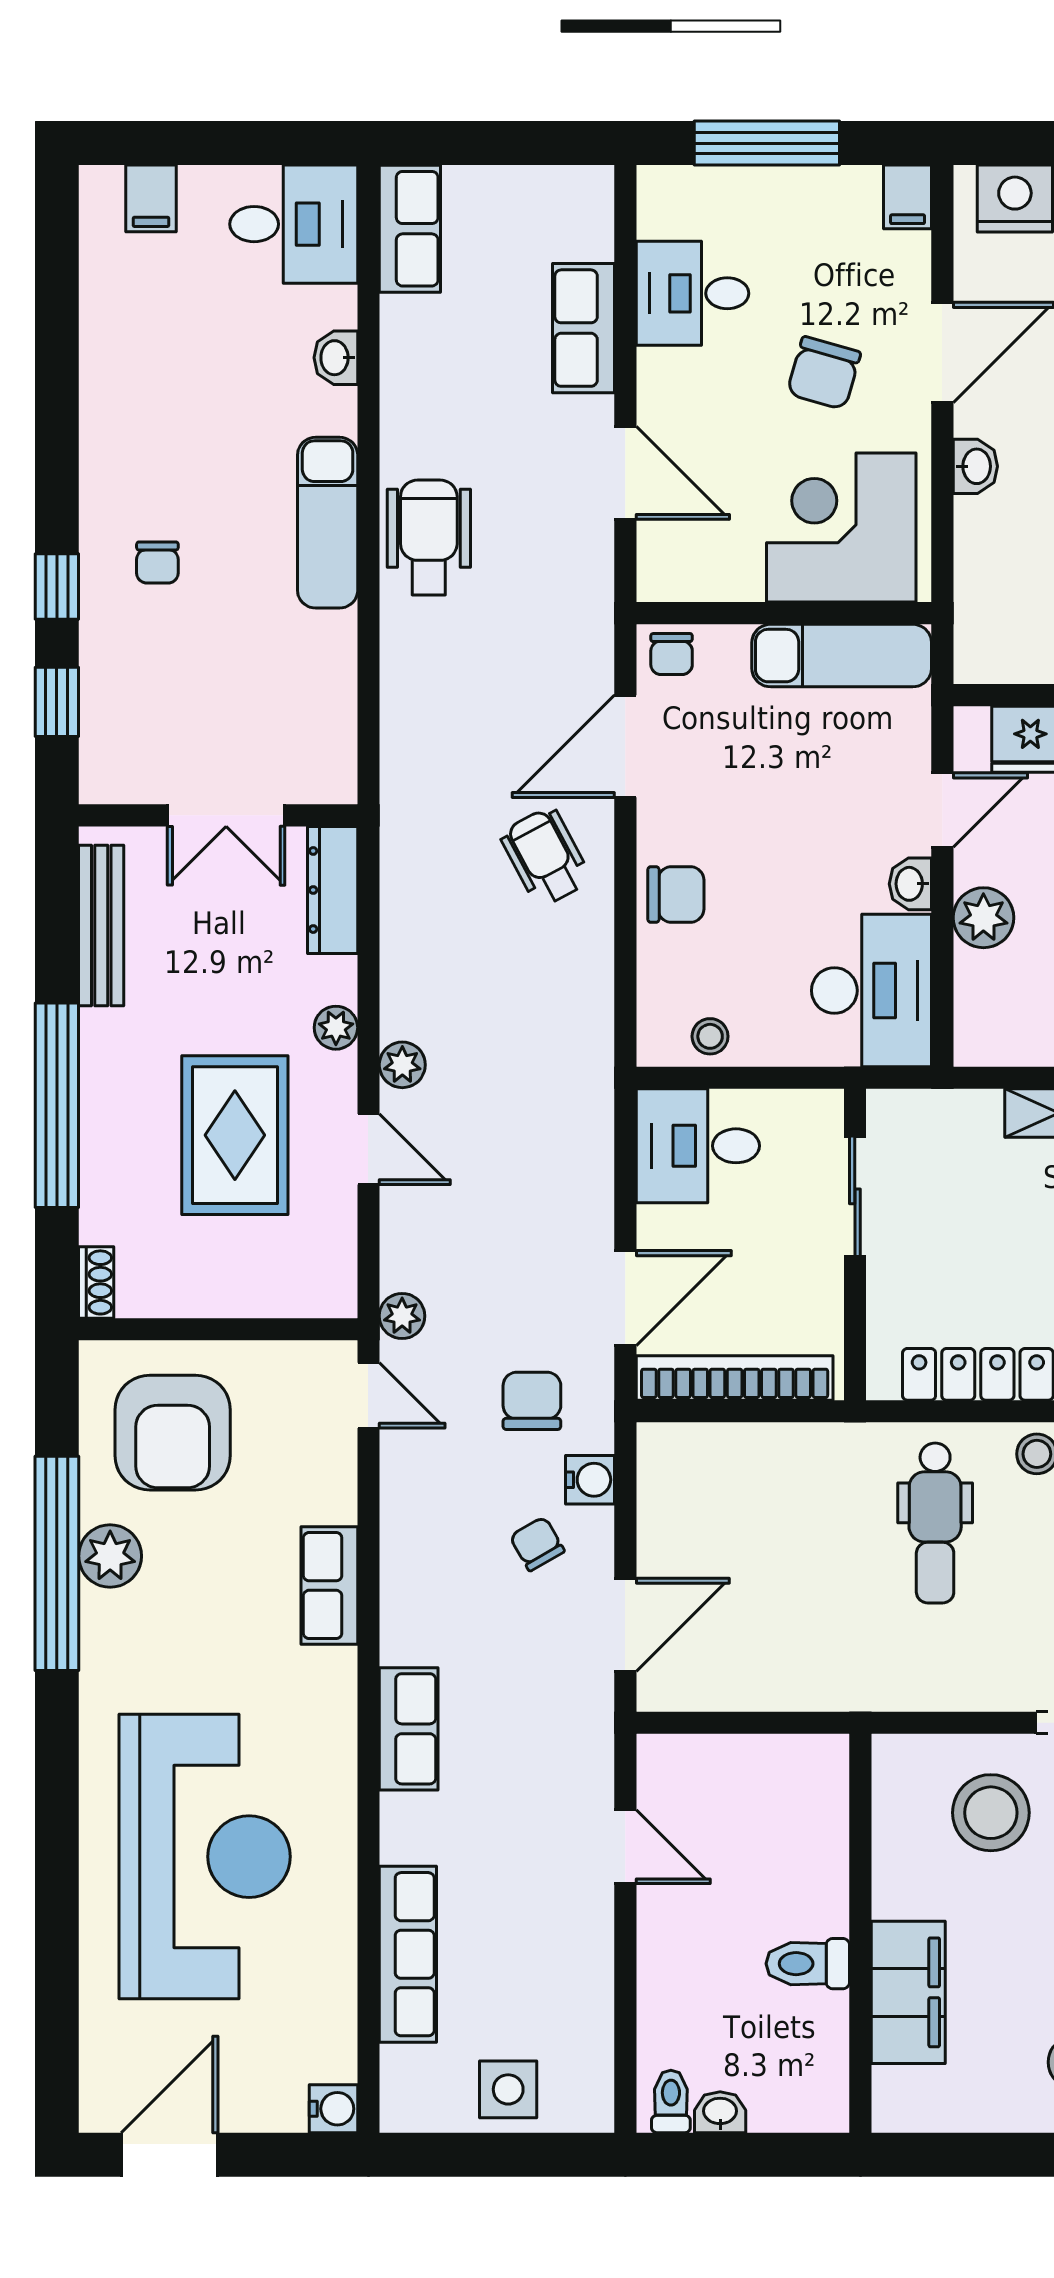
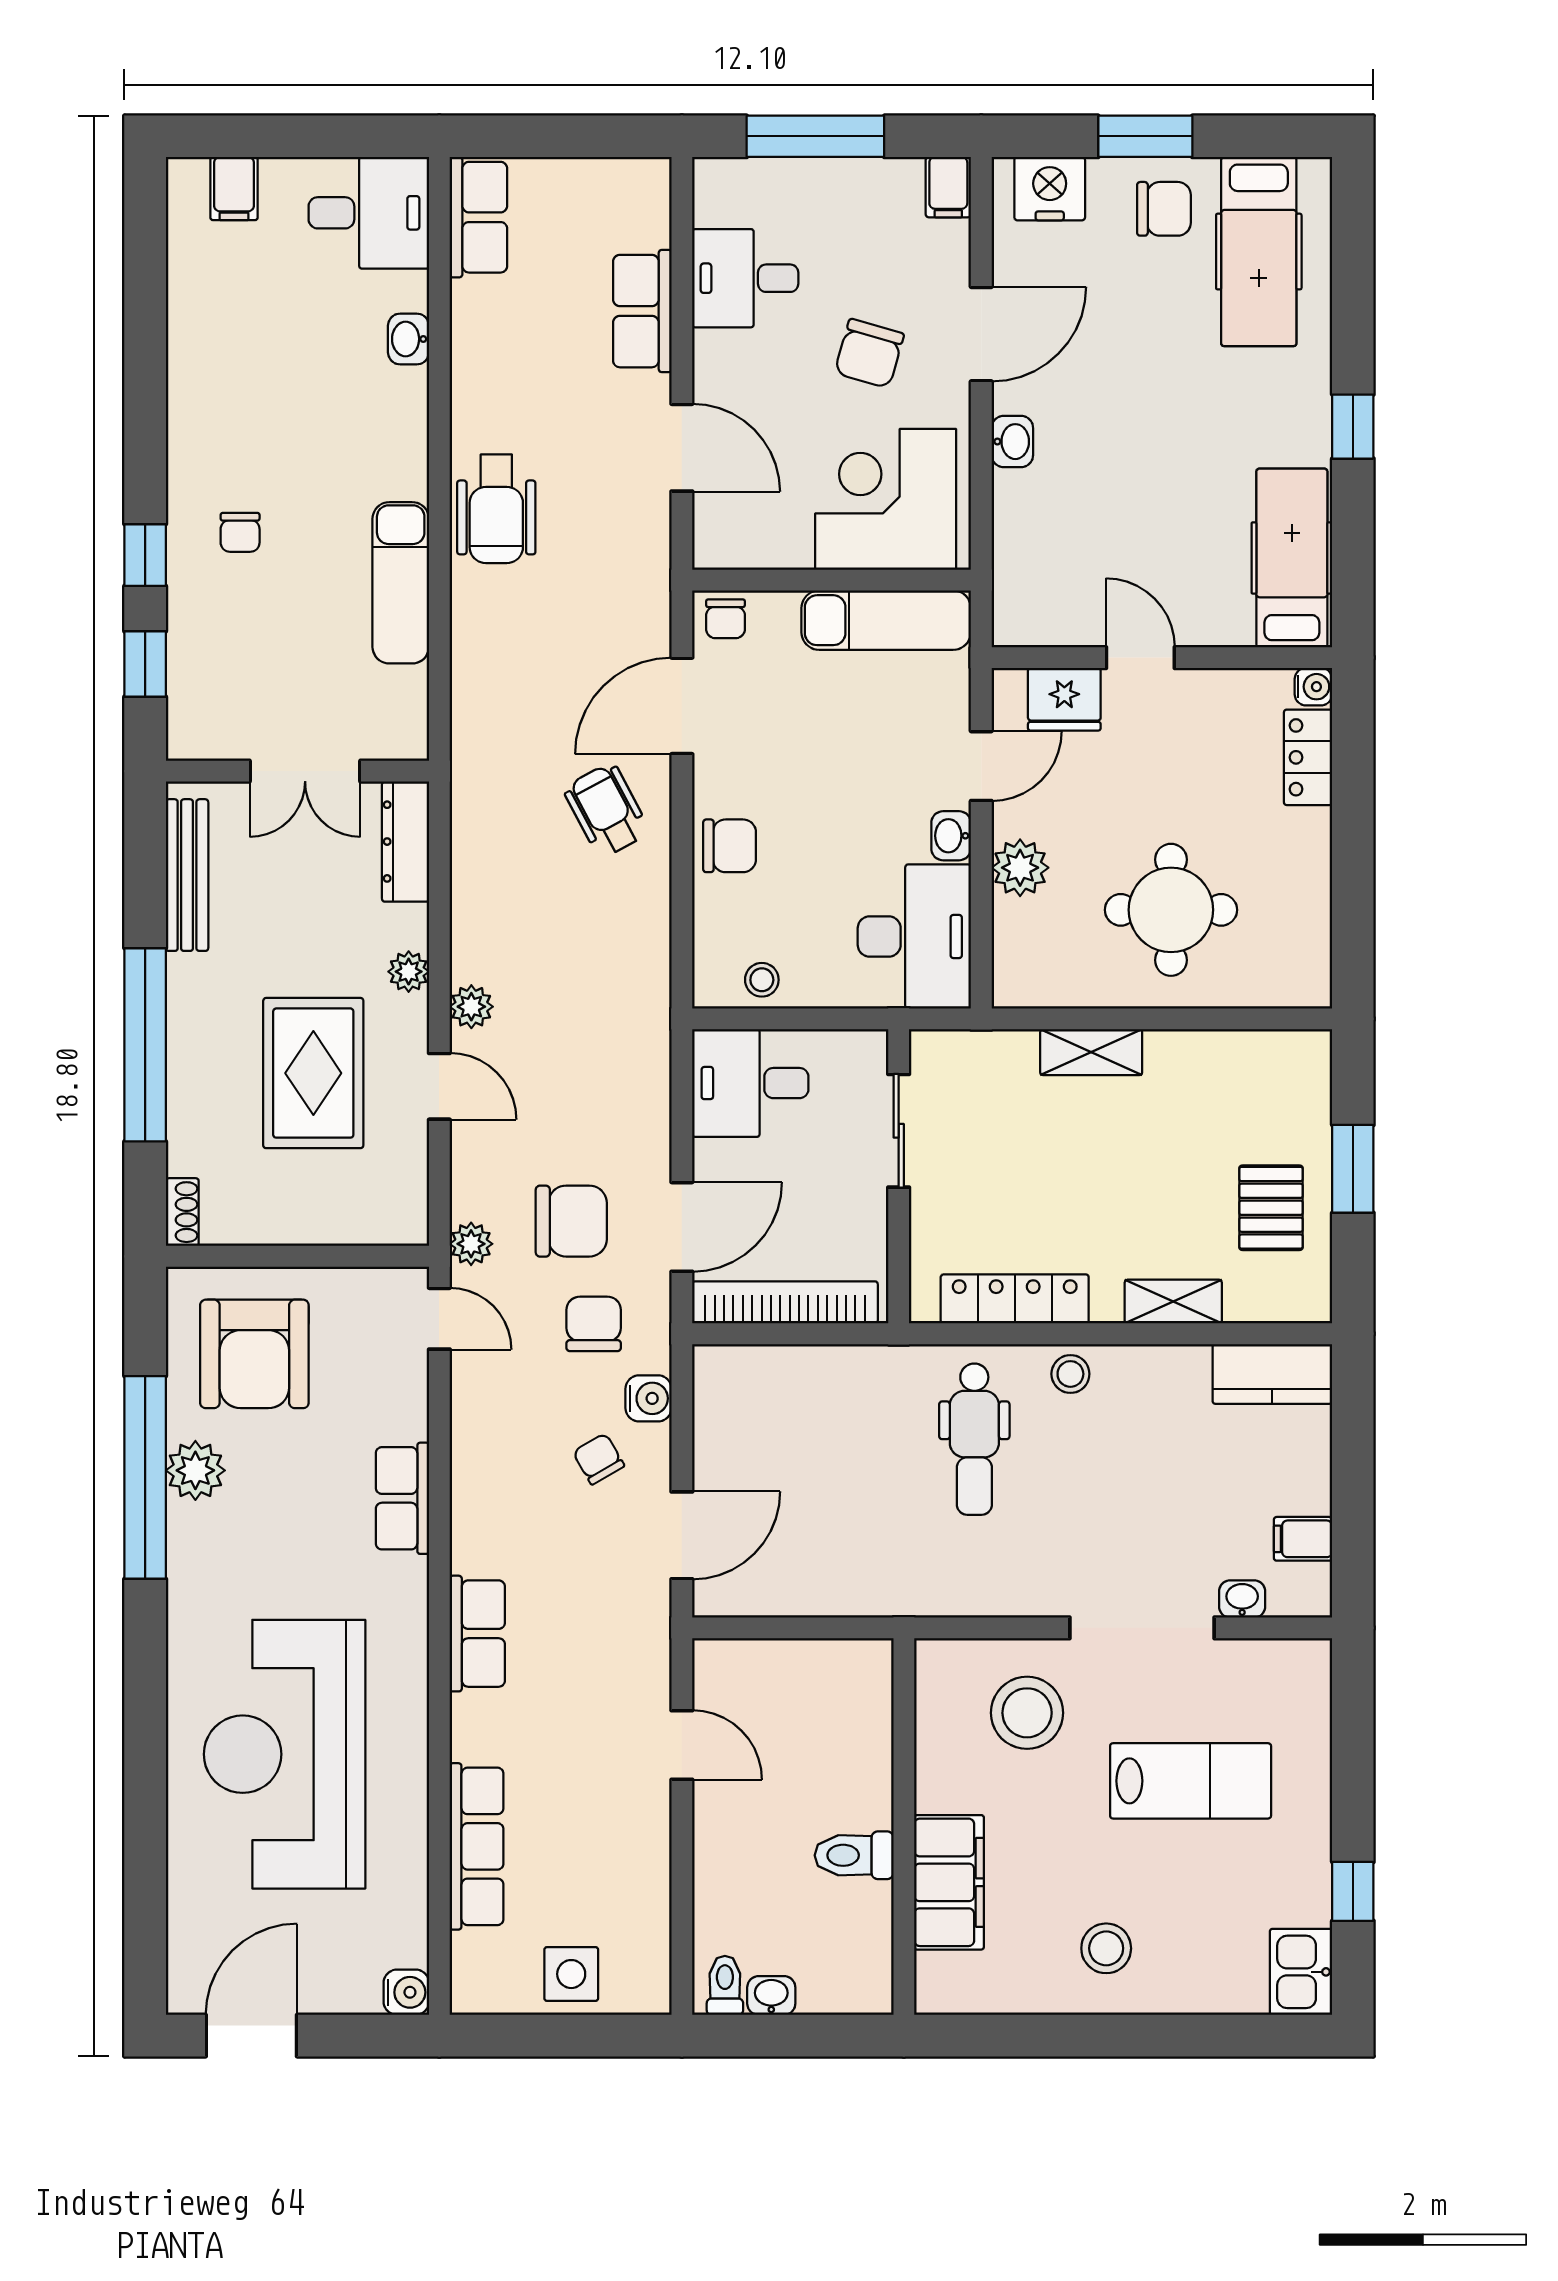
exam couch: (328, 523) -> (401, 583), moved
wheelchair: (429, 537) -> (496, 509), turned 180
chair: (508, 1292) -> (571, 1221), added
reception desk: (205, 1857) -> (285, 1754), turned 180

